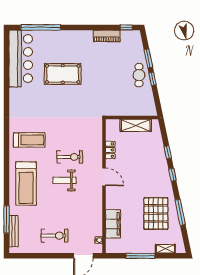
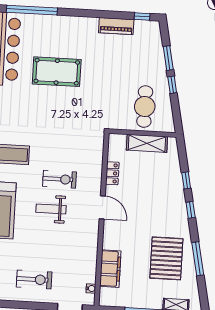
cafe table: (139, 75) -> (145, 107), moved, width x1.37, depth x1.35

